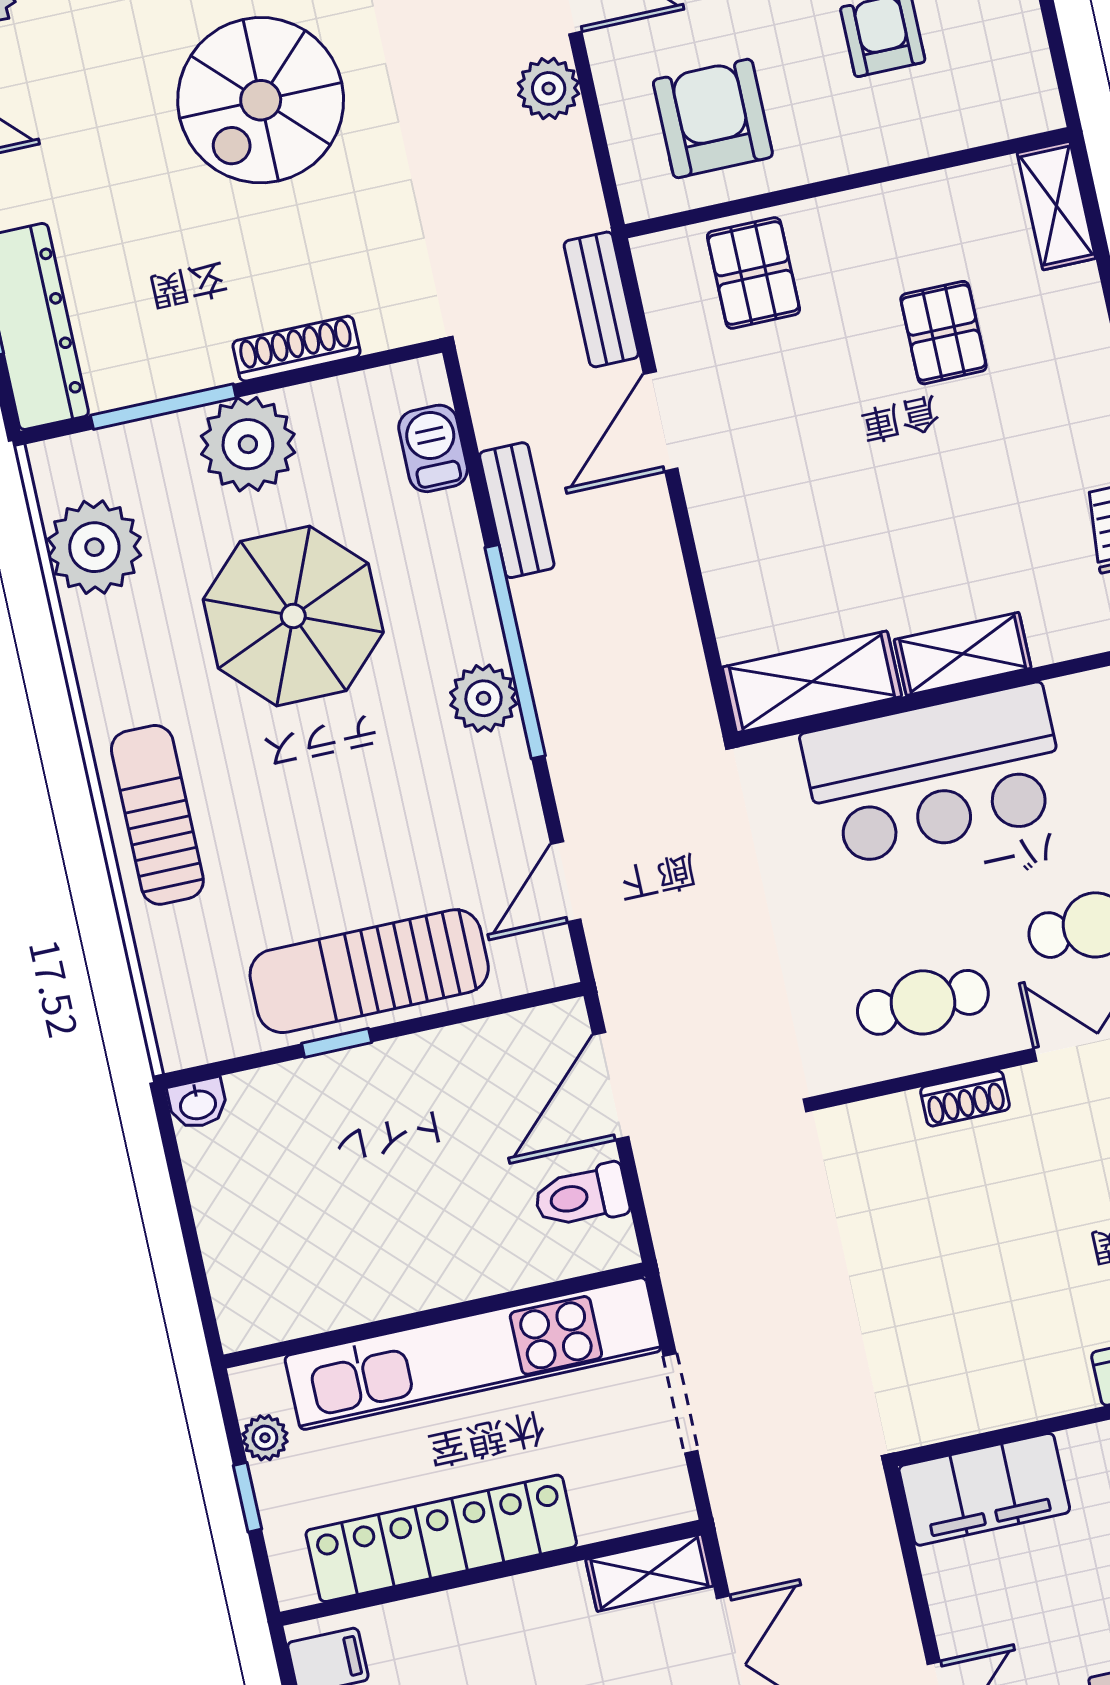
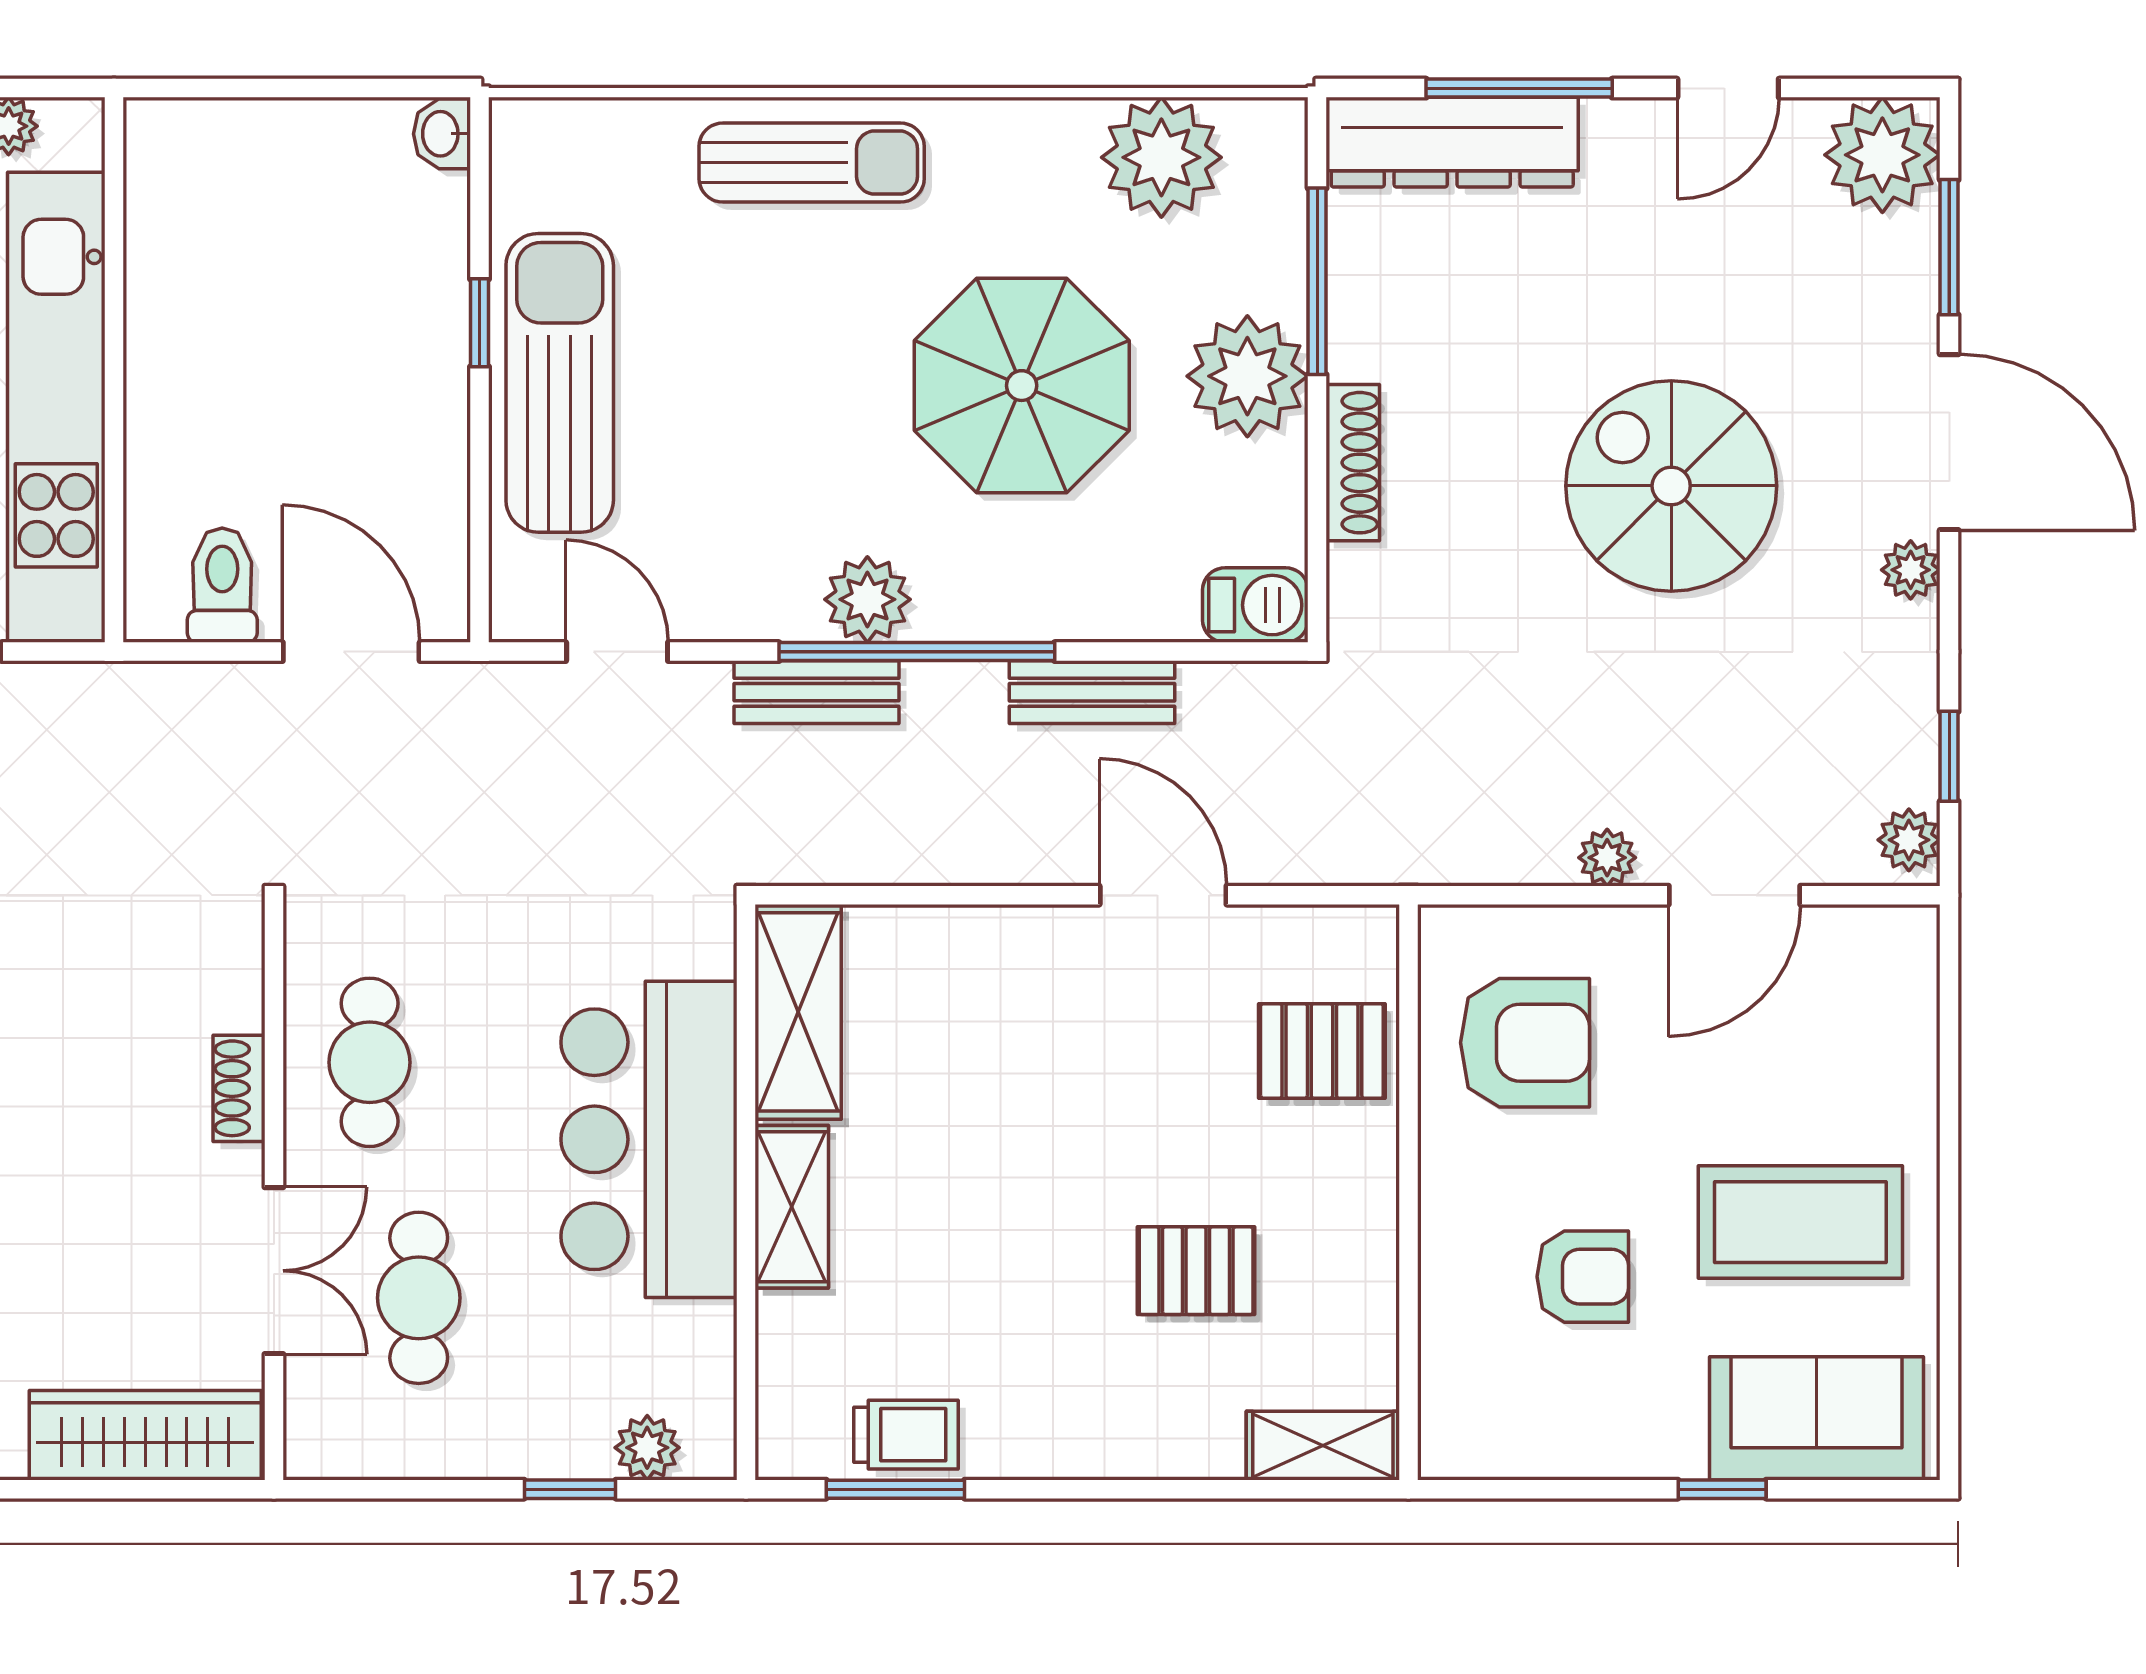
plant: (549, 88) -> (1607, 858), width x0.73, depth x0.73
bench: (601, 299) -> (816, 692), moved
barbecue: (433, 448) -> (1255, 605), moved

